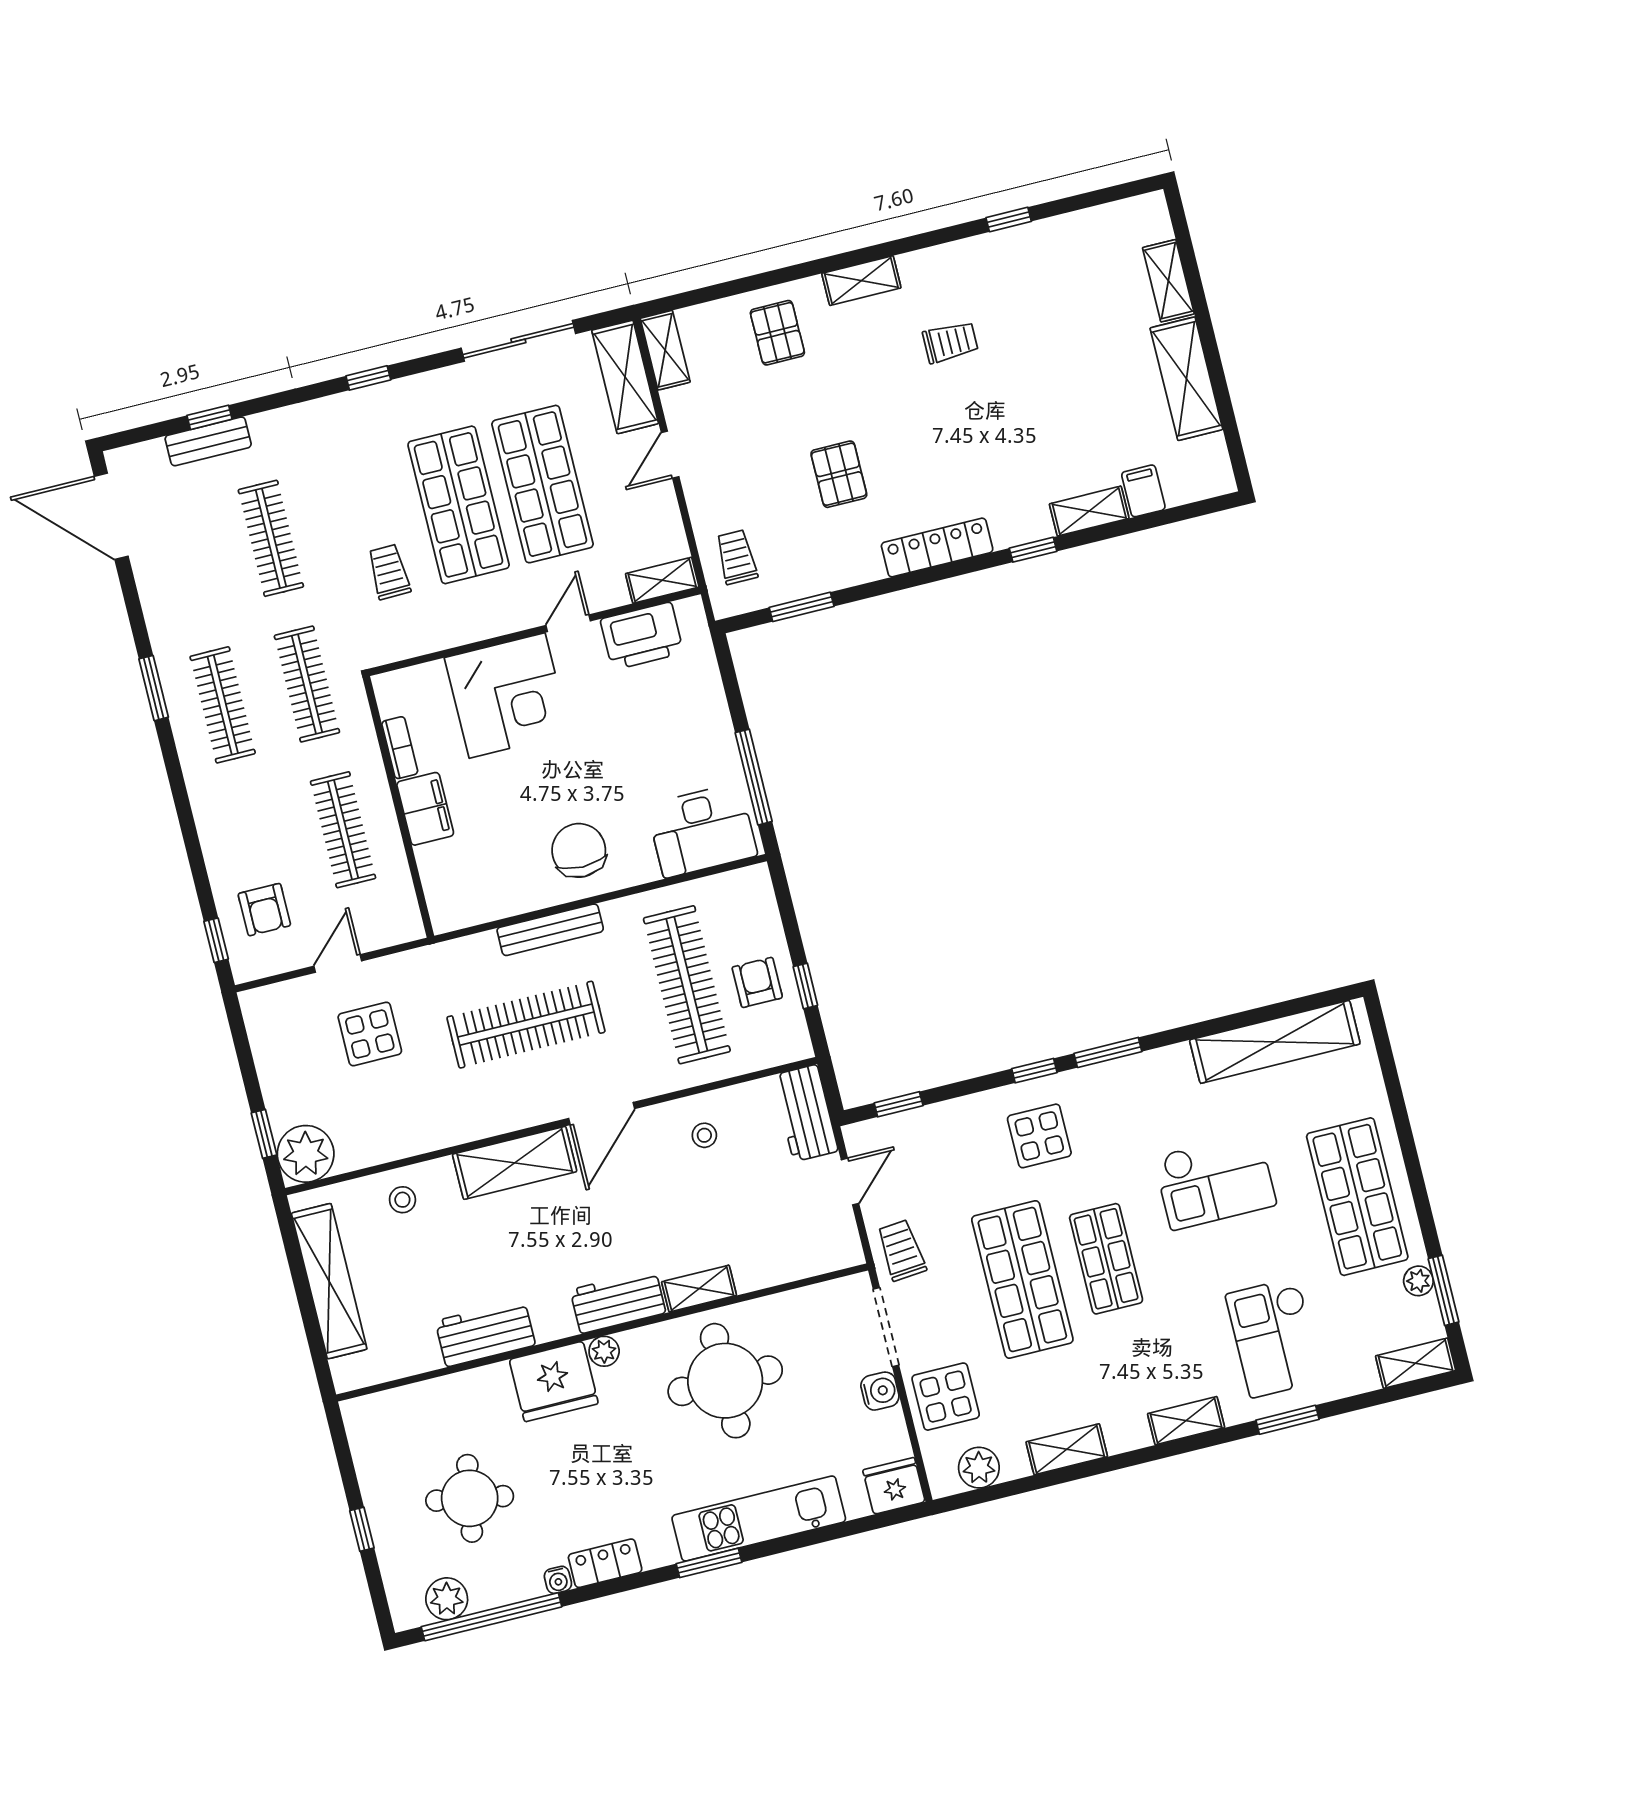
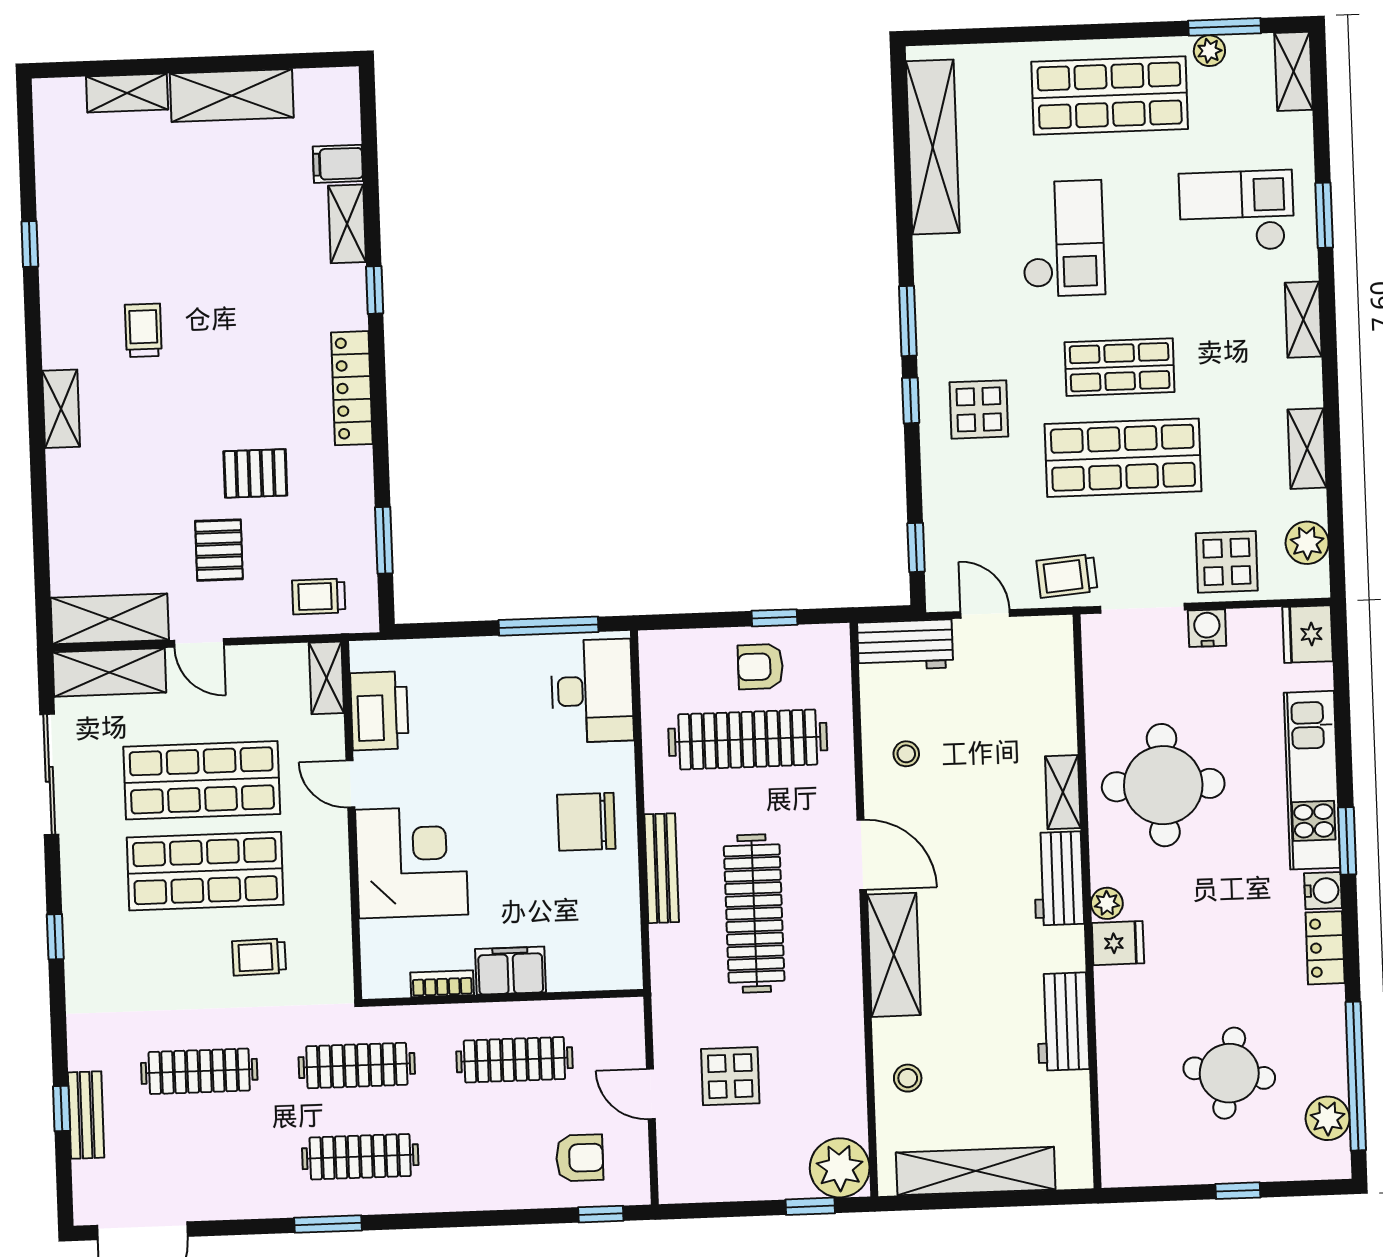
pallet: (777, 333) -> (219, 550), moved, turned 90
shelving: (665, 350) -> (110, 619), width x1.50, depth x1.33
checkout: (1274, 1337) -> (1237, 211), turned 180
fridge: (554, 1382) -> (1118, 943), width x0.53, depth x0.75
water cooler: (558, 1580) -> (1323, 891), moved, width x1.38, depth x1.38

